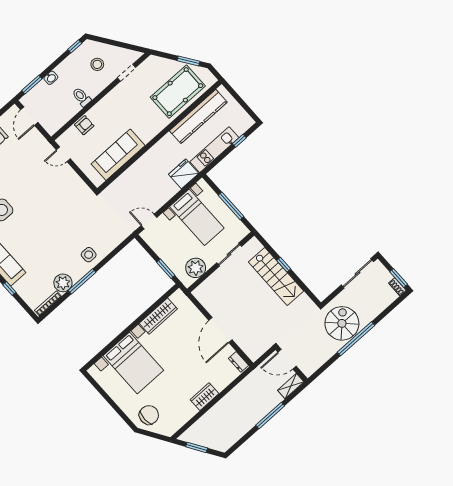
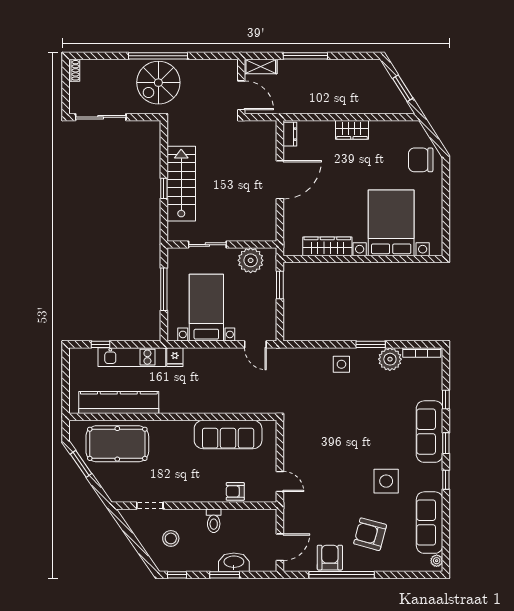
washbasin: (51, 78) -> (234, 562), width x1.91, depth x1.45
window: (32, 85) -> (225, 575), moved
fridge: (184, 174) -> (175, 357), width x0.53, depth x0.75
window: (399, 278) -> (66, 78), removed
window: (82, 281) -> (371, 344), width x0.69

